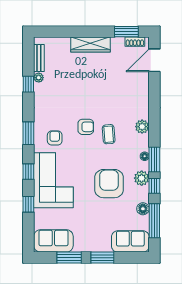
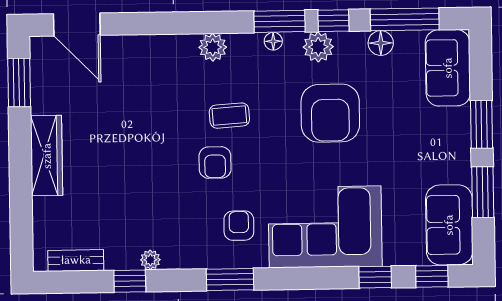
shoe rack: (135, 42) -> (39, 65), removed
plant: (39, 78) -> (150, 260), moved
armchair: (86, 127) -> (215, 163), turned 180
armchair: (55, 138) -> (239, 226), turned 90
window: (28, 172) -> (432, 276), moved
armchair: (109, 184) -> (330, 113), turned -90

